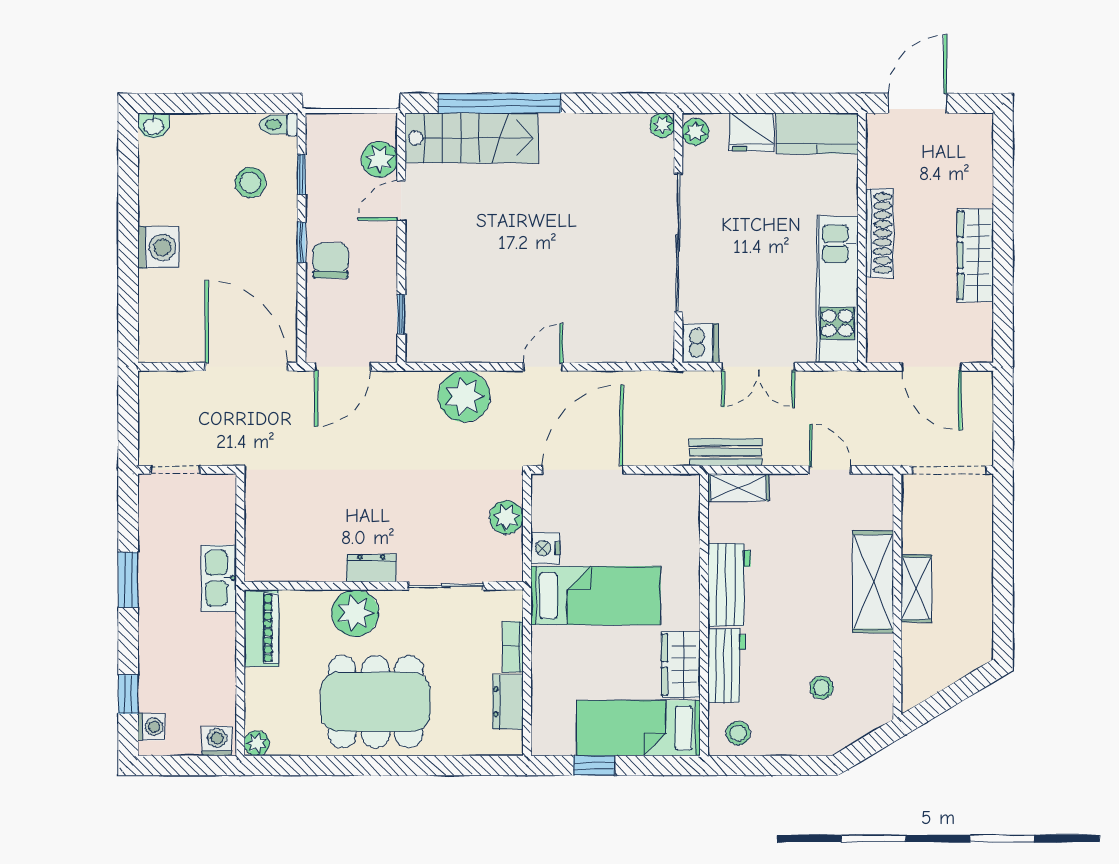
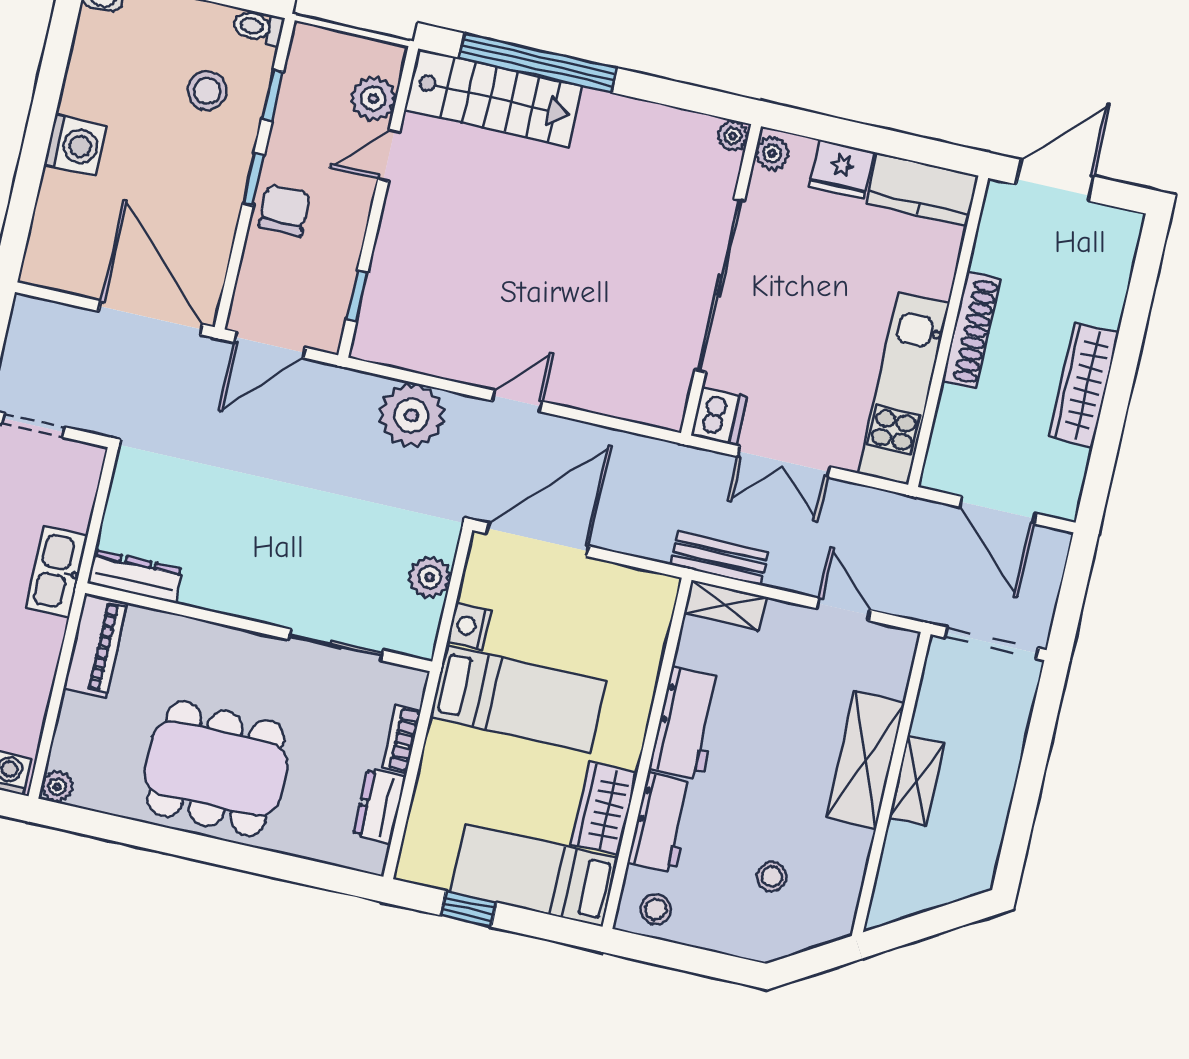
dresser: (371, 568) -> (135, 576), moved, width x1.44
plant: (355, 613) -> (216, 653), removed

